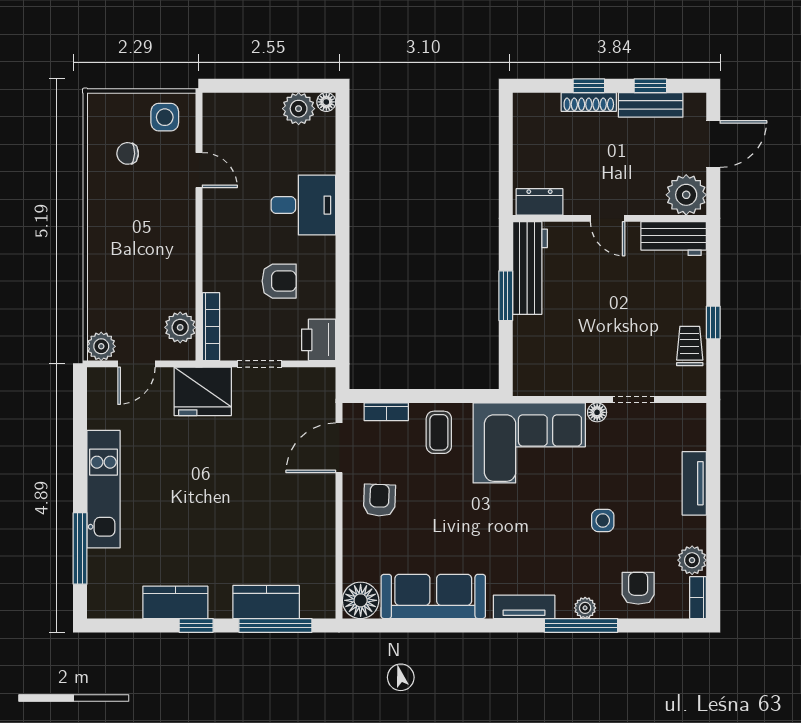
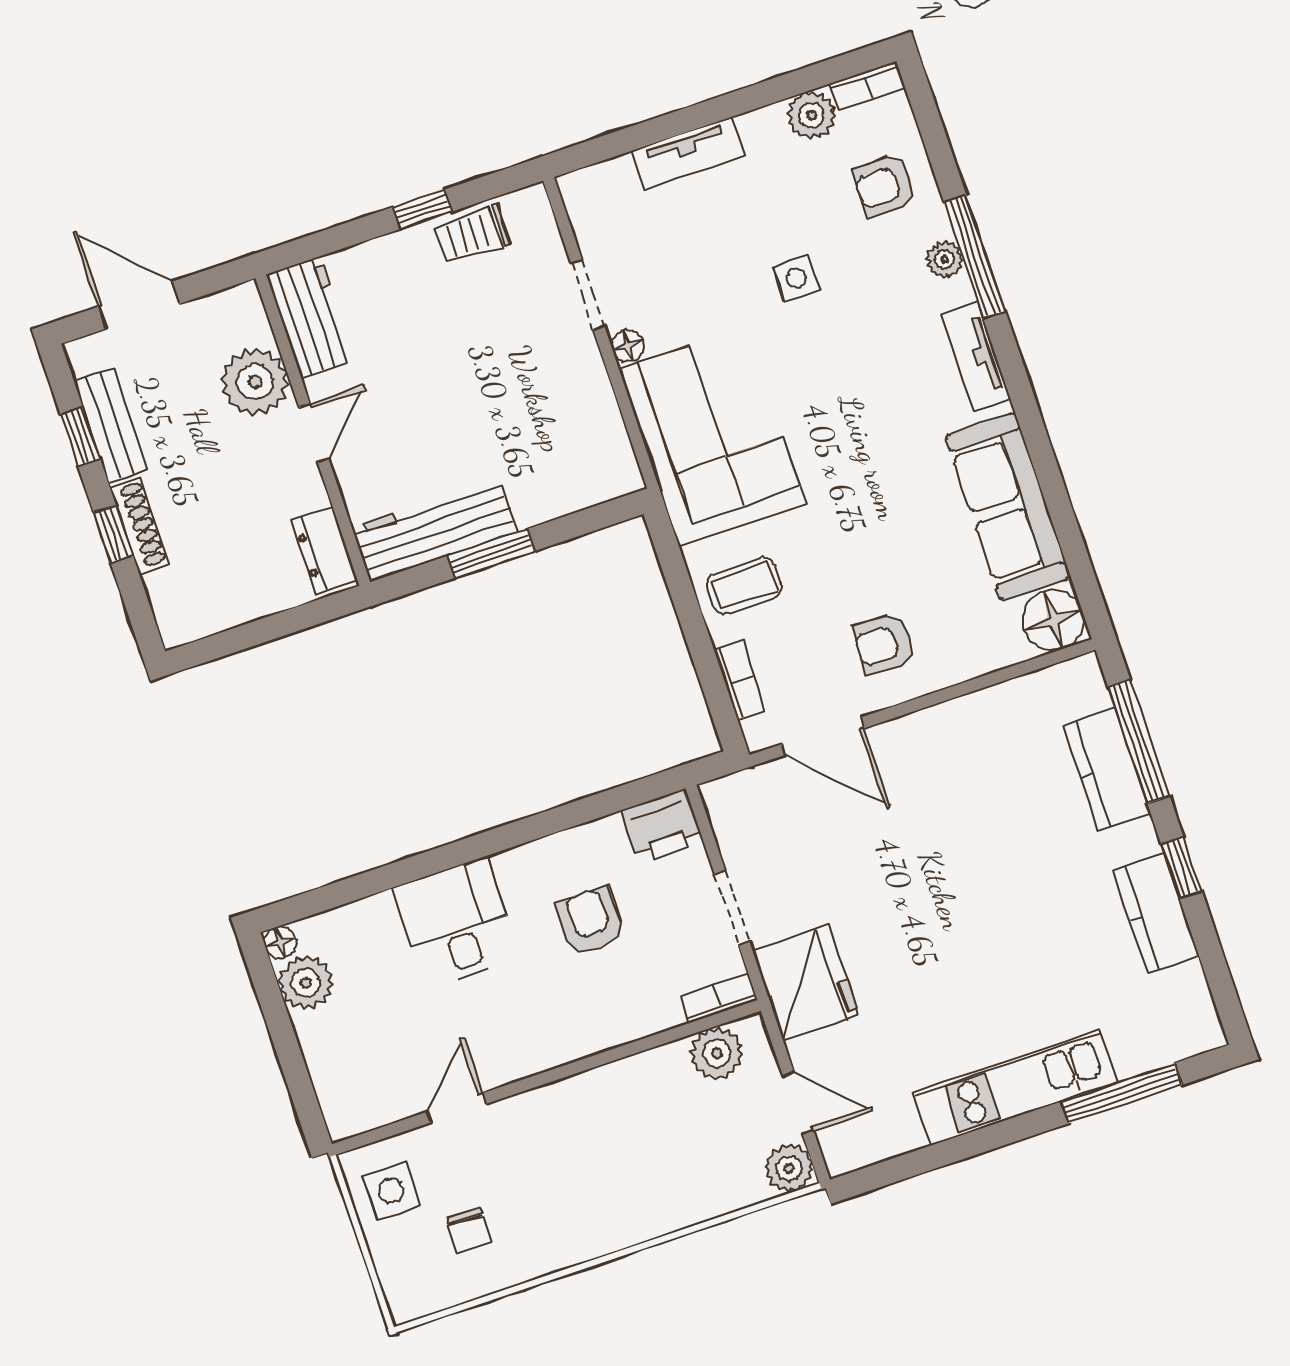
plant: (686, 195) -> (255, 382), moved
bookcase: (211, 327) -> (718, 998), width x0.64

